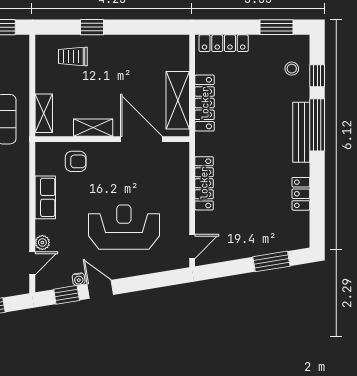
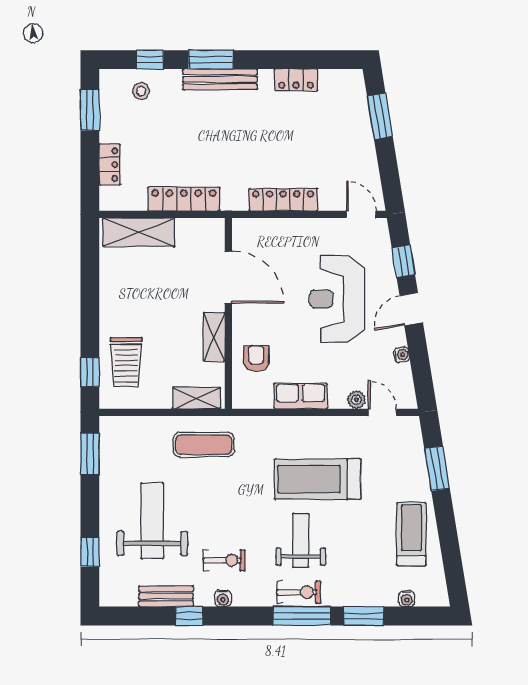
window: (92, 27) -> (90, 372), moved
locker: (224, 43) -> (110, 165), width x0.66
trolley: (73, 56) -> (126, 362), width x1.36, depth x1.39
shelving: (178, 100) -> (139, 232), moved
window: (317, 125) -> (211, 60), width x0.69
door: (141, 139) -> (228, 277), swing flipped
door: (100, 289) -> (411, 309), moved
window: (67, 295) -> (403, 261), moved

